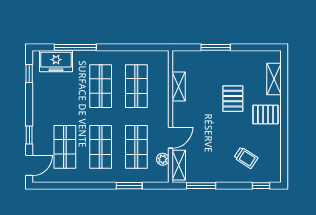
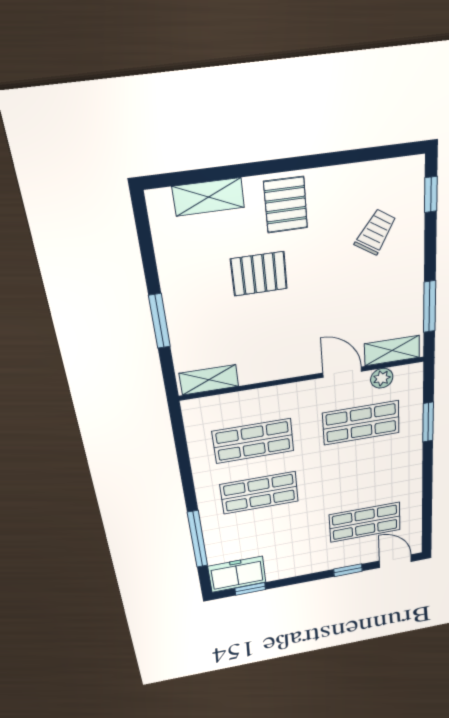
freezer: (56, 61) -> (237, 574), moved, turned -90
shelving: (179, 86) -> (209, 380), moved
shop shelf: (101, 147) -> (363, 474), removed

